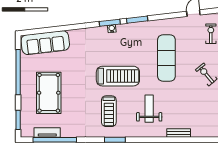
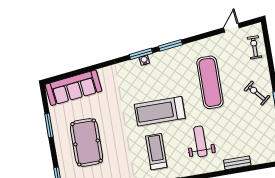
window: (18, 72) -> (49, 125), width x0.47
treadmill: (118, 76) -> (160, 111), turned 180
treadmill: (109, 111) -> (156, 152), turned 180

